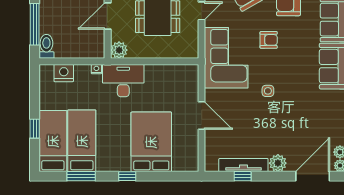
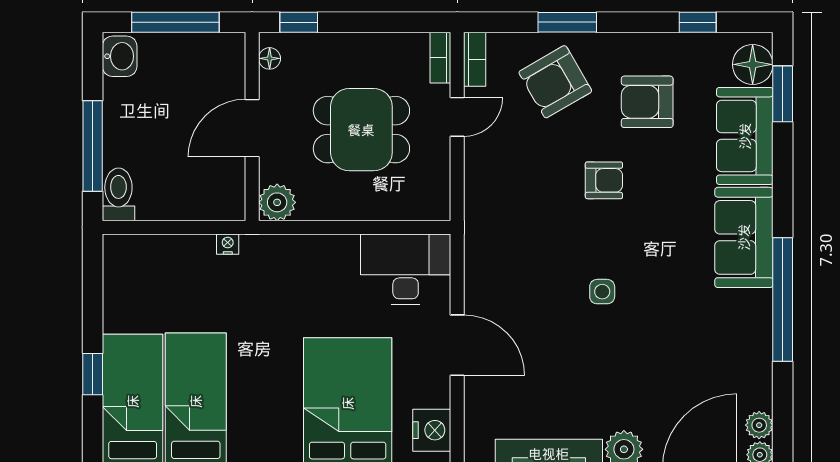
corner sofa: (226, 58) -> (511, 219), removed
nightstand: (64, 73) -> (432, 430), moved, turned 90
desk: (123, 81) -> (406, 269), moved

